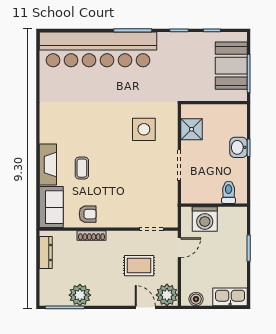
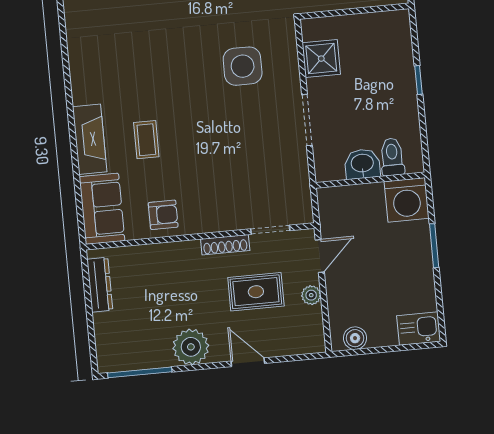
washbasin: (239, 147) -> (362, 164), moved, turned 90
washing machine: (205, 219) -> (407, 200), moved
shoe rack: (92, 236) -> (225, 245), moved
plant: (80, 295) -> (191, 347), moved
plant: (167, 295) -> (311, 295), moved, width x0.53, depth x0.53
kitchen sink: (230, 297) -> (419, 329), width x0.73
door: (145, 307) -> (248, 362), moved

